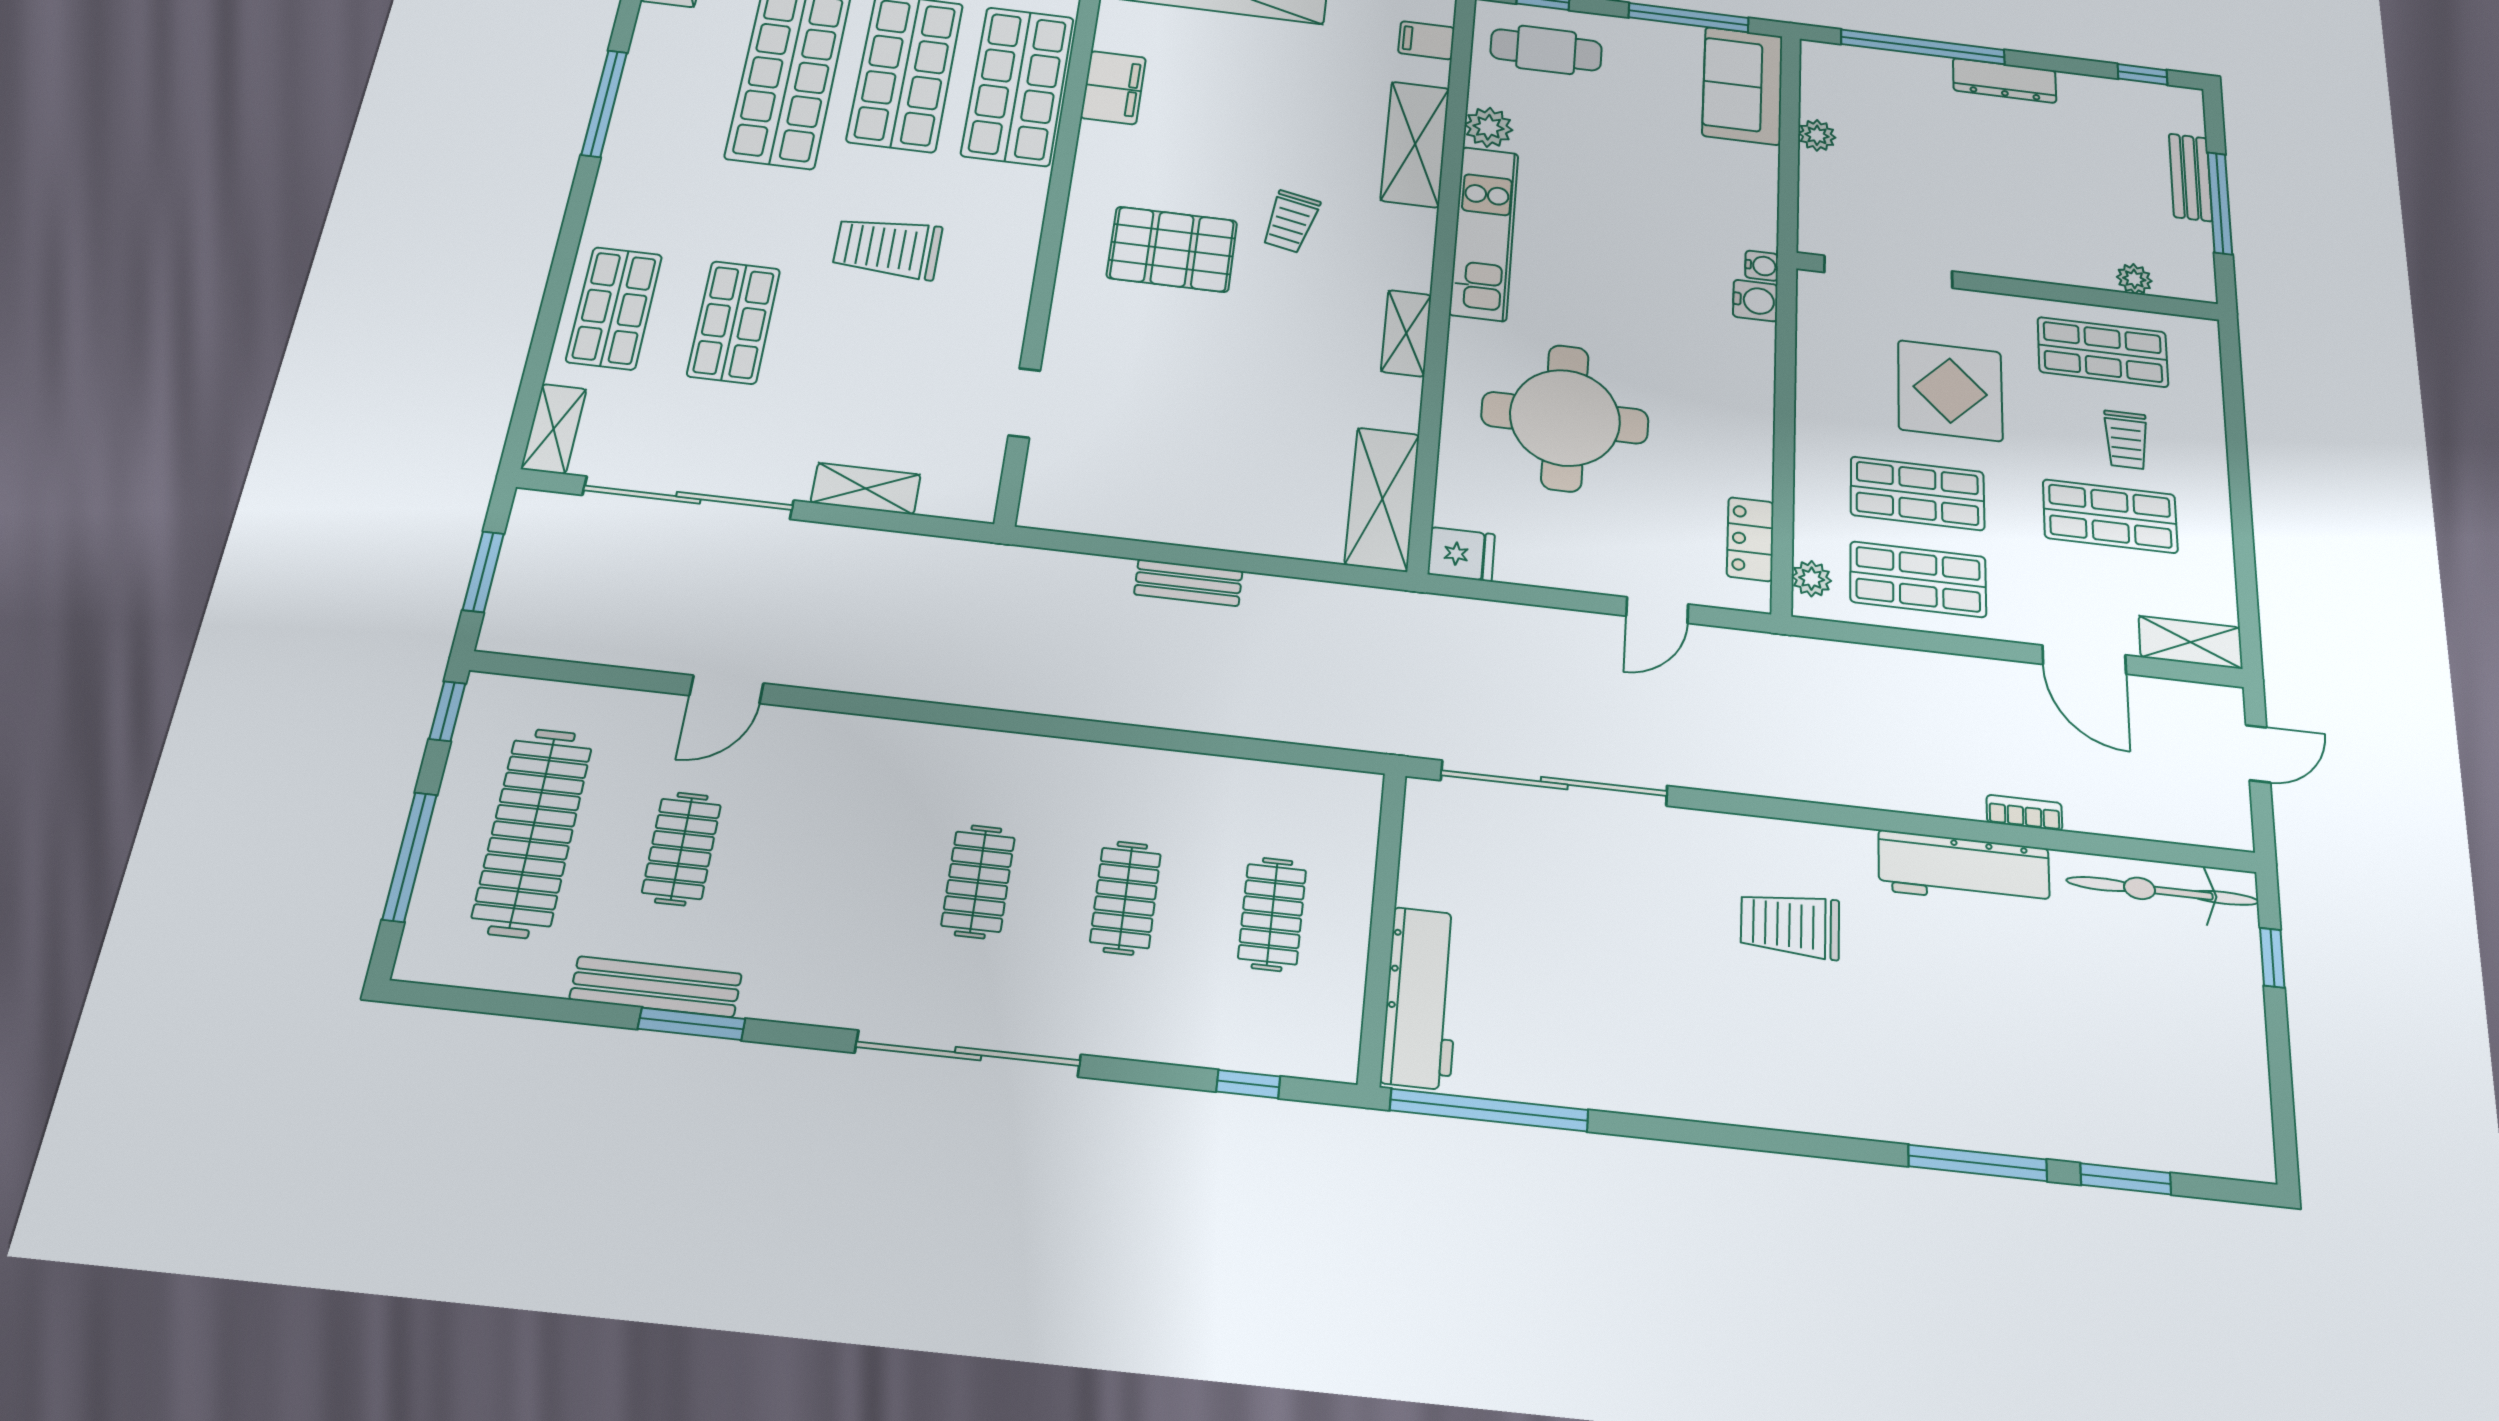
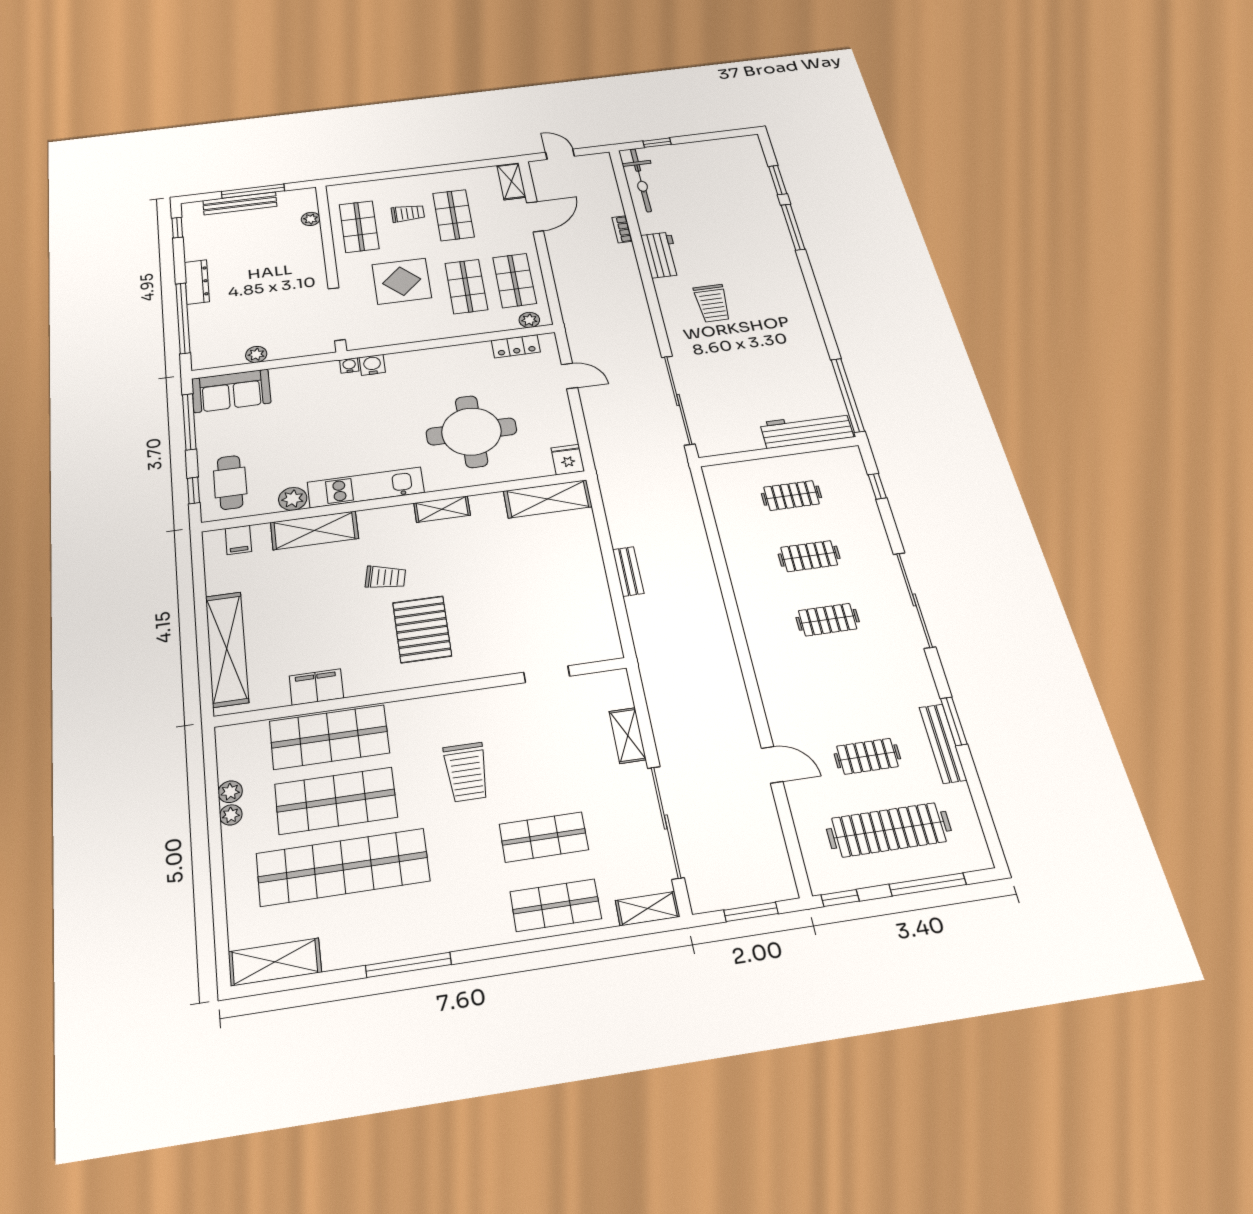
bench: (2190, 177) -> (240, 203), width x1.36
workbench: (1964, 869) -> (661, 255), width x0.73

